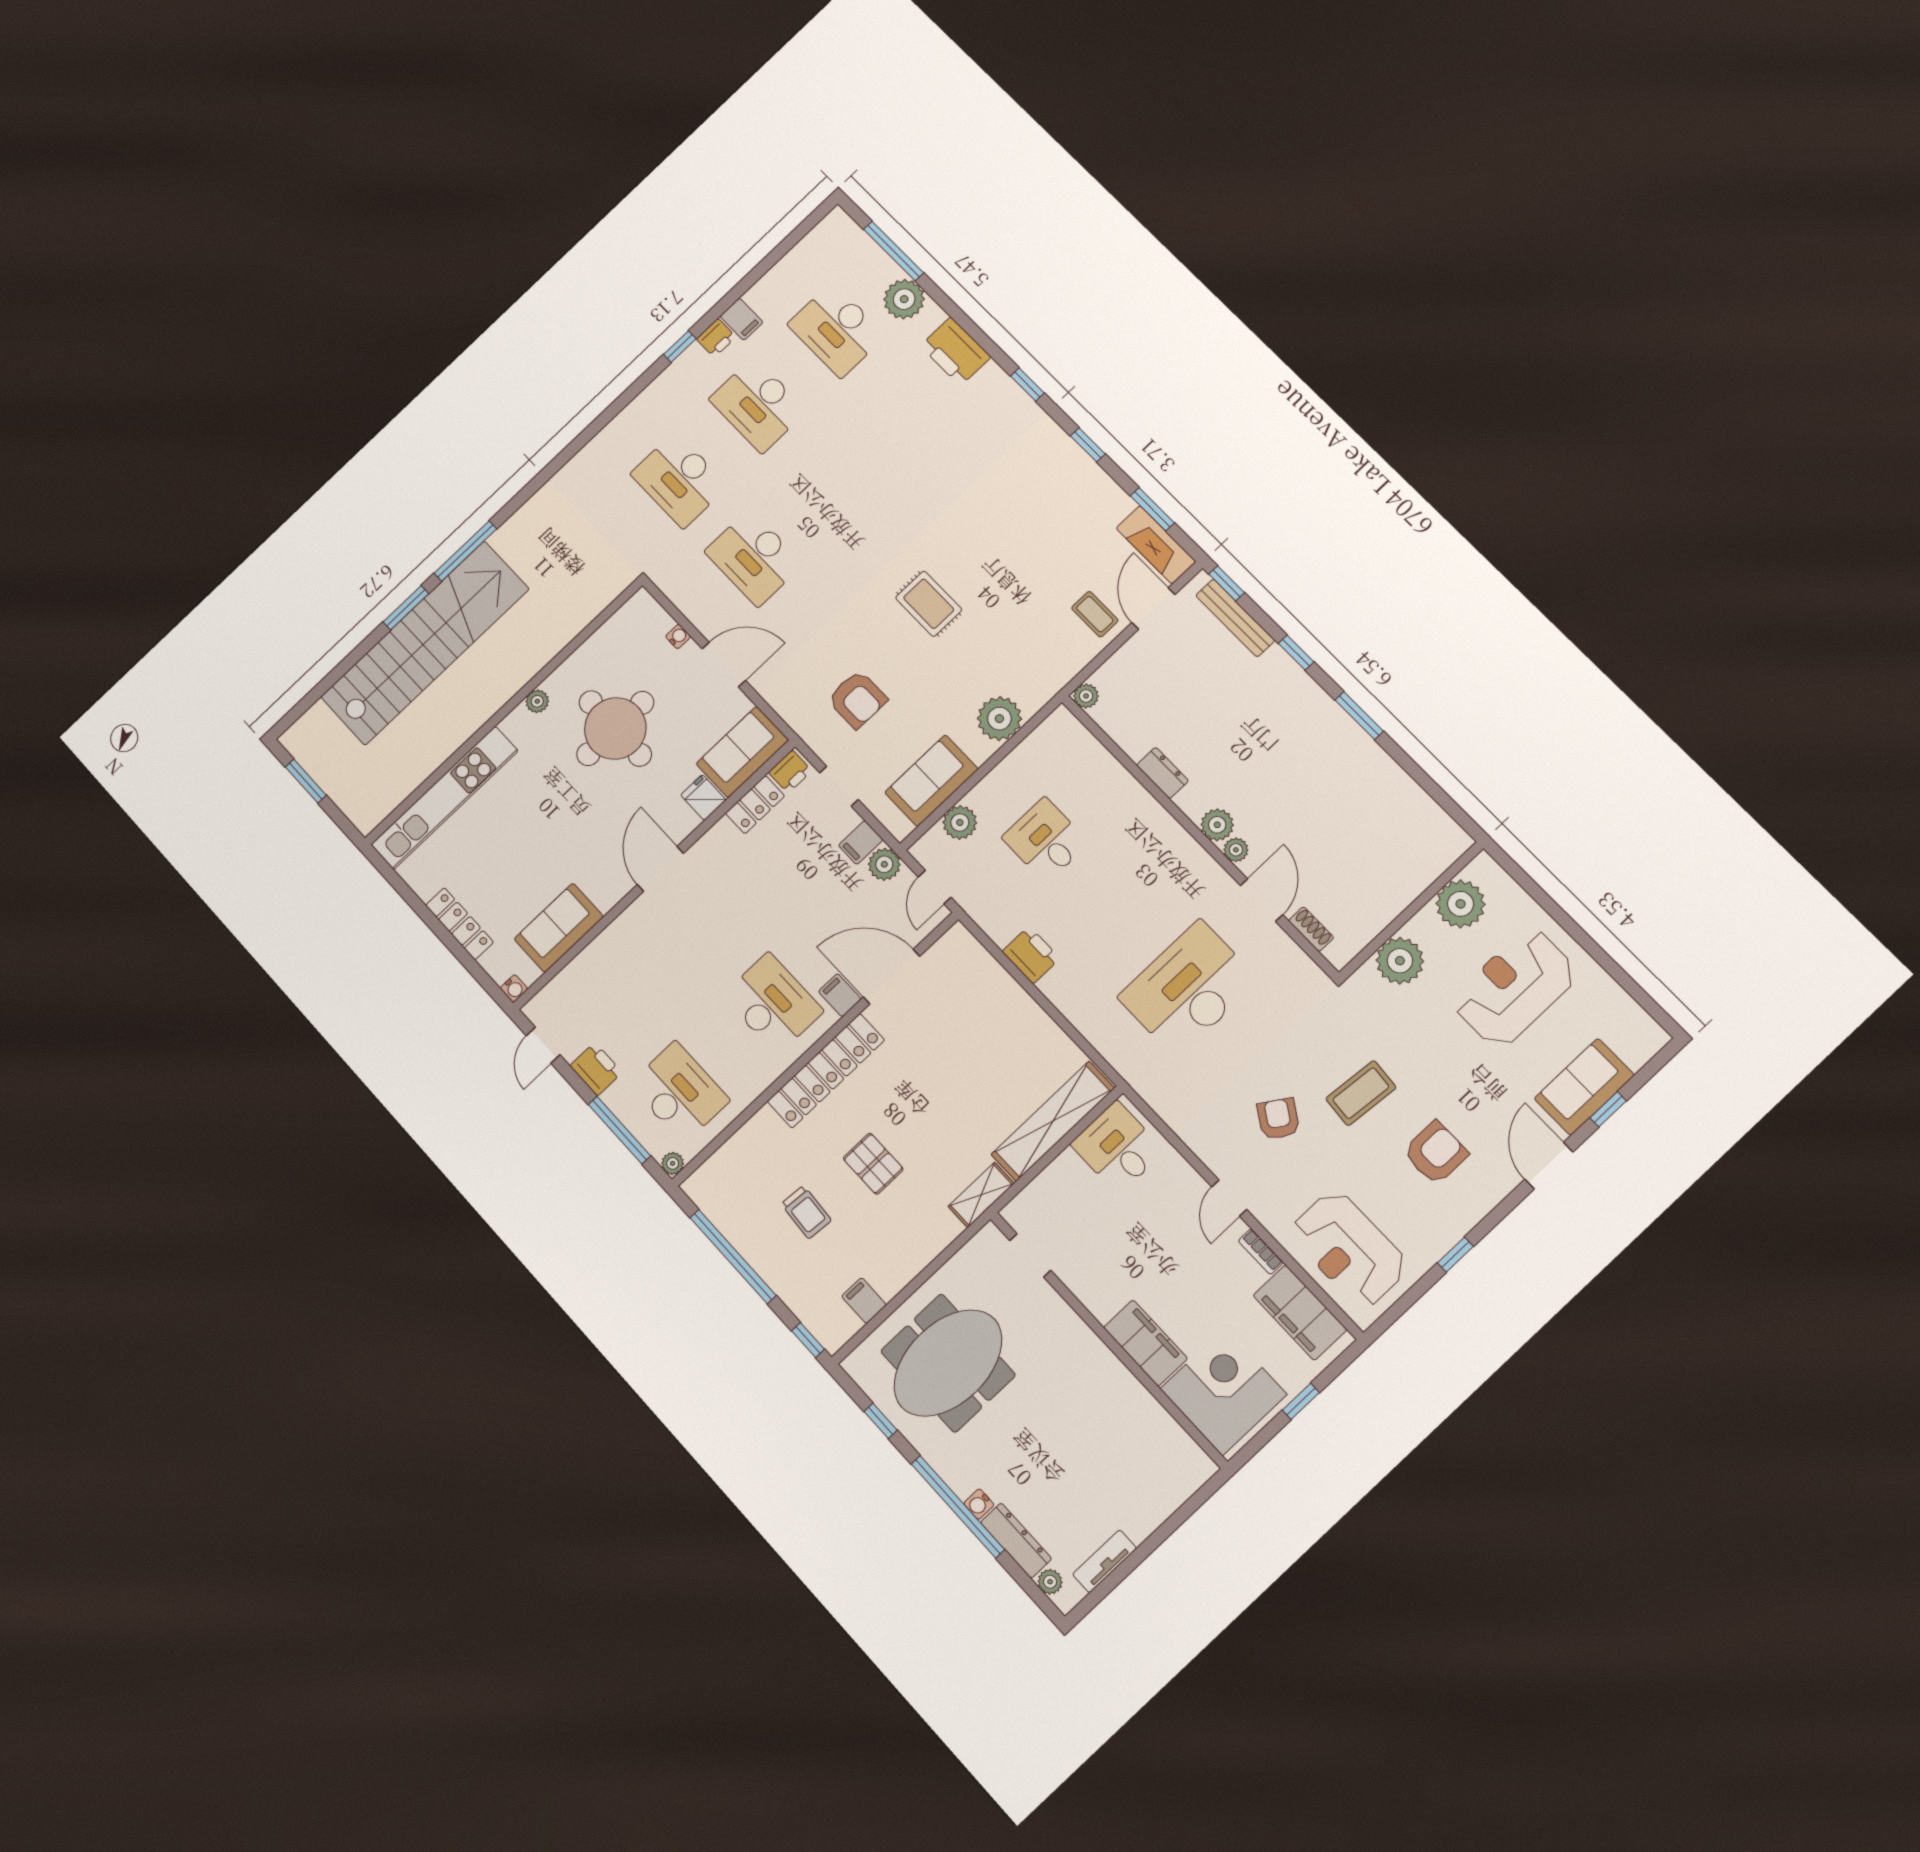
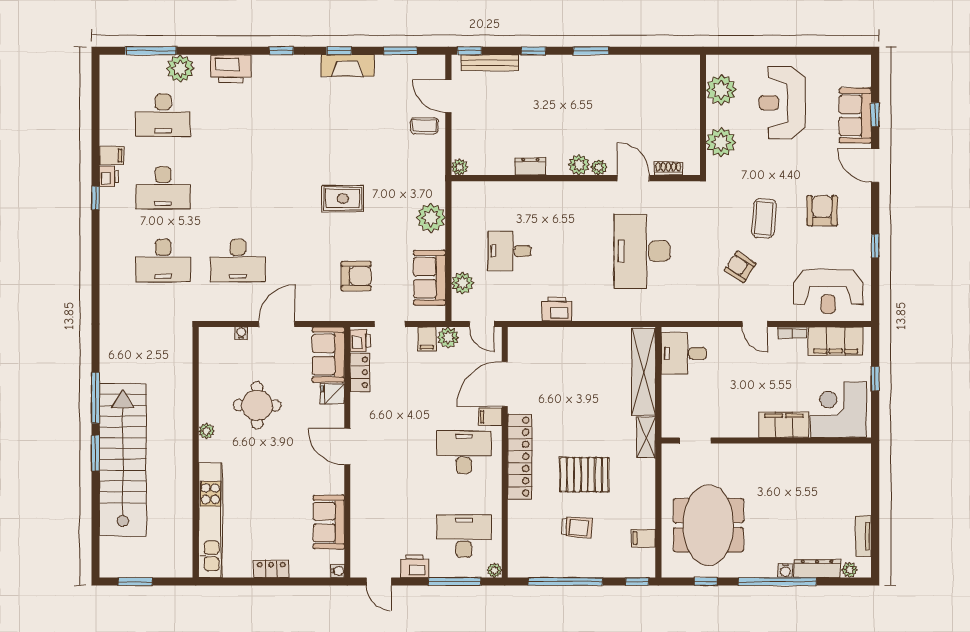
fireplace: (1156, 545) -> (347, 66), moved
round table: (615, 728) -> (257, 405), width x0.73, depth x0.73
locker: (460, 924) -> (271, 569), width x0.66
pallet: (873, 1164) -> (584, 475), width x1.50, depth x1.42

